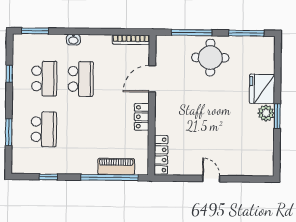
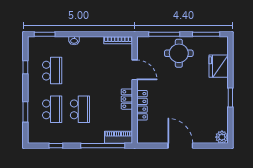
school desk: (81, 79) -> (80, 109), moved
door: (152, 79) -> (135, 70), swing flipped
fridge: (262, 89) -> (219, 66), moved
plant: (266, 113) -> (222, 137), moved
locker: (161, 155) -> (142, 105), moved
piano: (116, 167) -> (118, 137), moved
door: (211, 179) -> (180, 146), width x1.87

